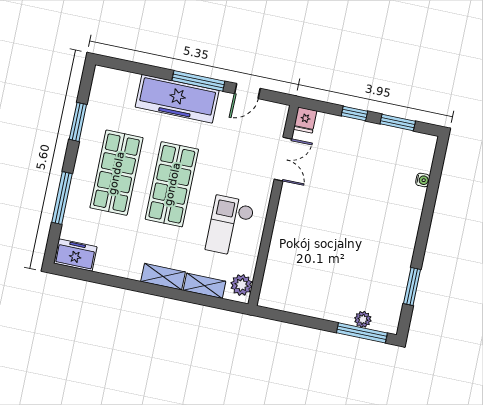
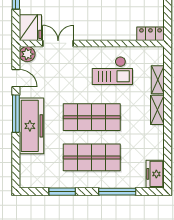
fridge: (305, 120) -> (30, 28), width x1.88, depth x1.34
plant: (241, 285) -> (27, 54), moved
locker: (270, 289) -> (150, 34), added

